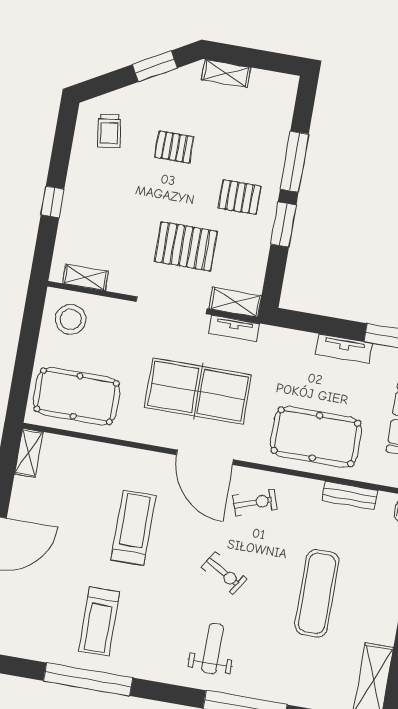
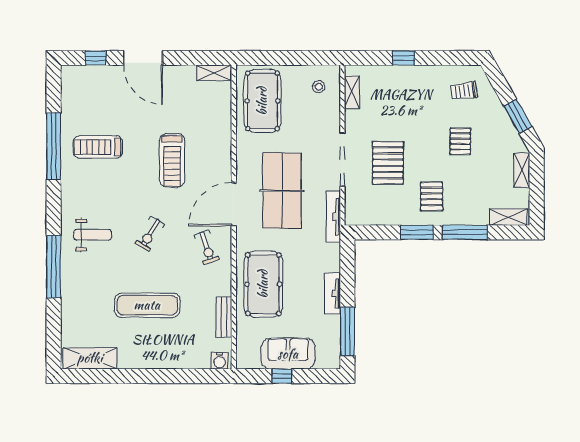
shelving: (235, 302) -> (508, 217), moved, turned 90
stool: (71, 319) -> (319, 87), width x0.53, depth x0.53
tv unit: (234, 328) -> (333, 217), width x1.41
treadmill: (133, 528) -> (172, 160), turned 90

